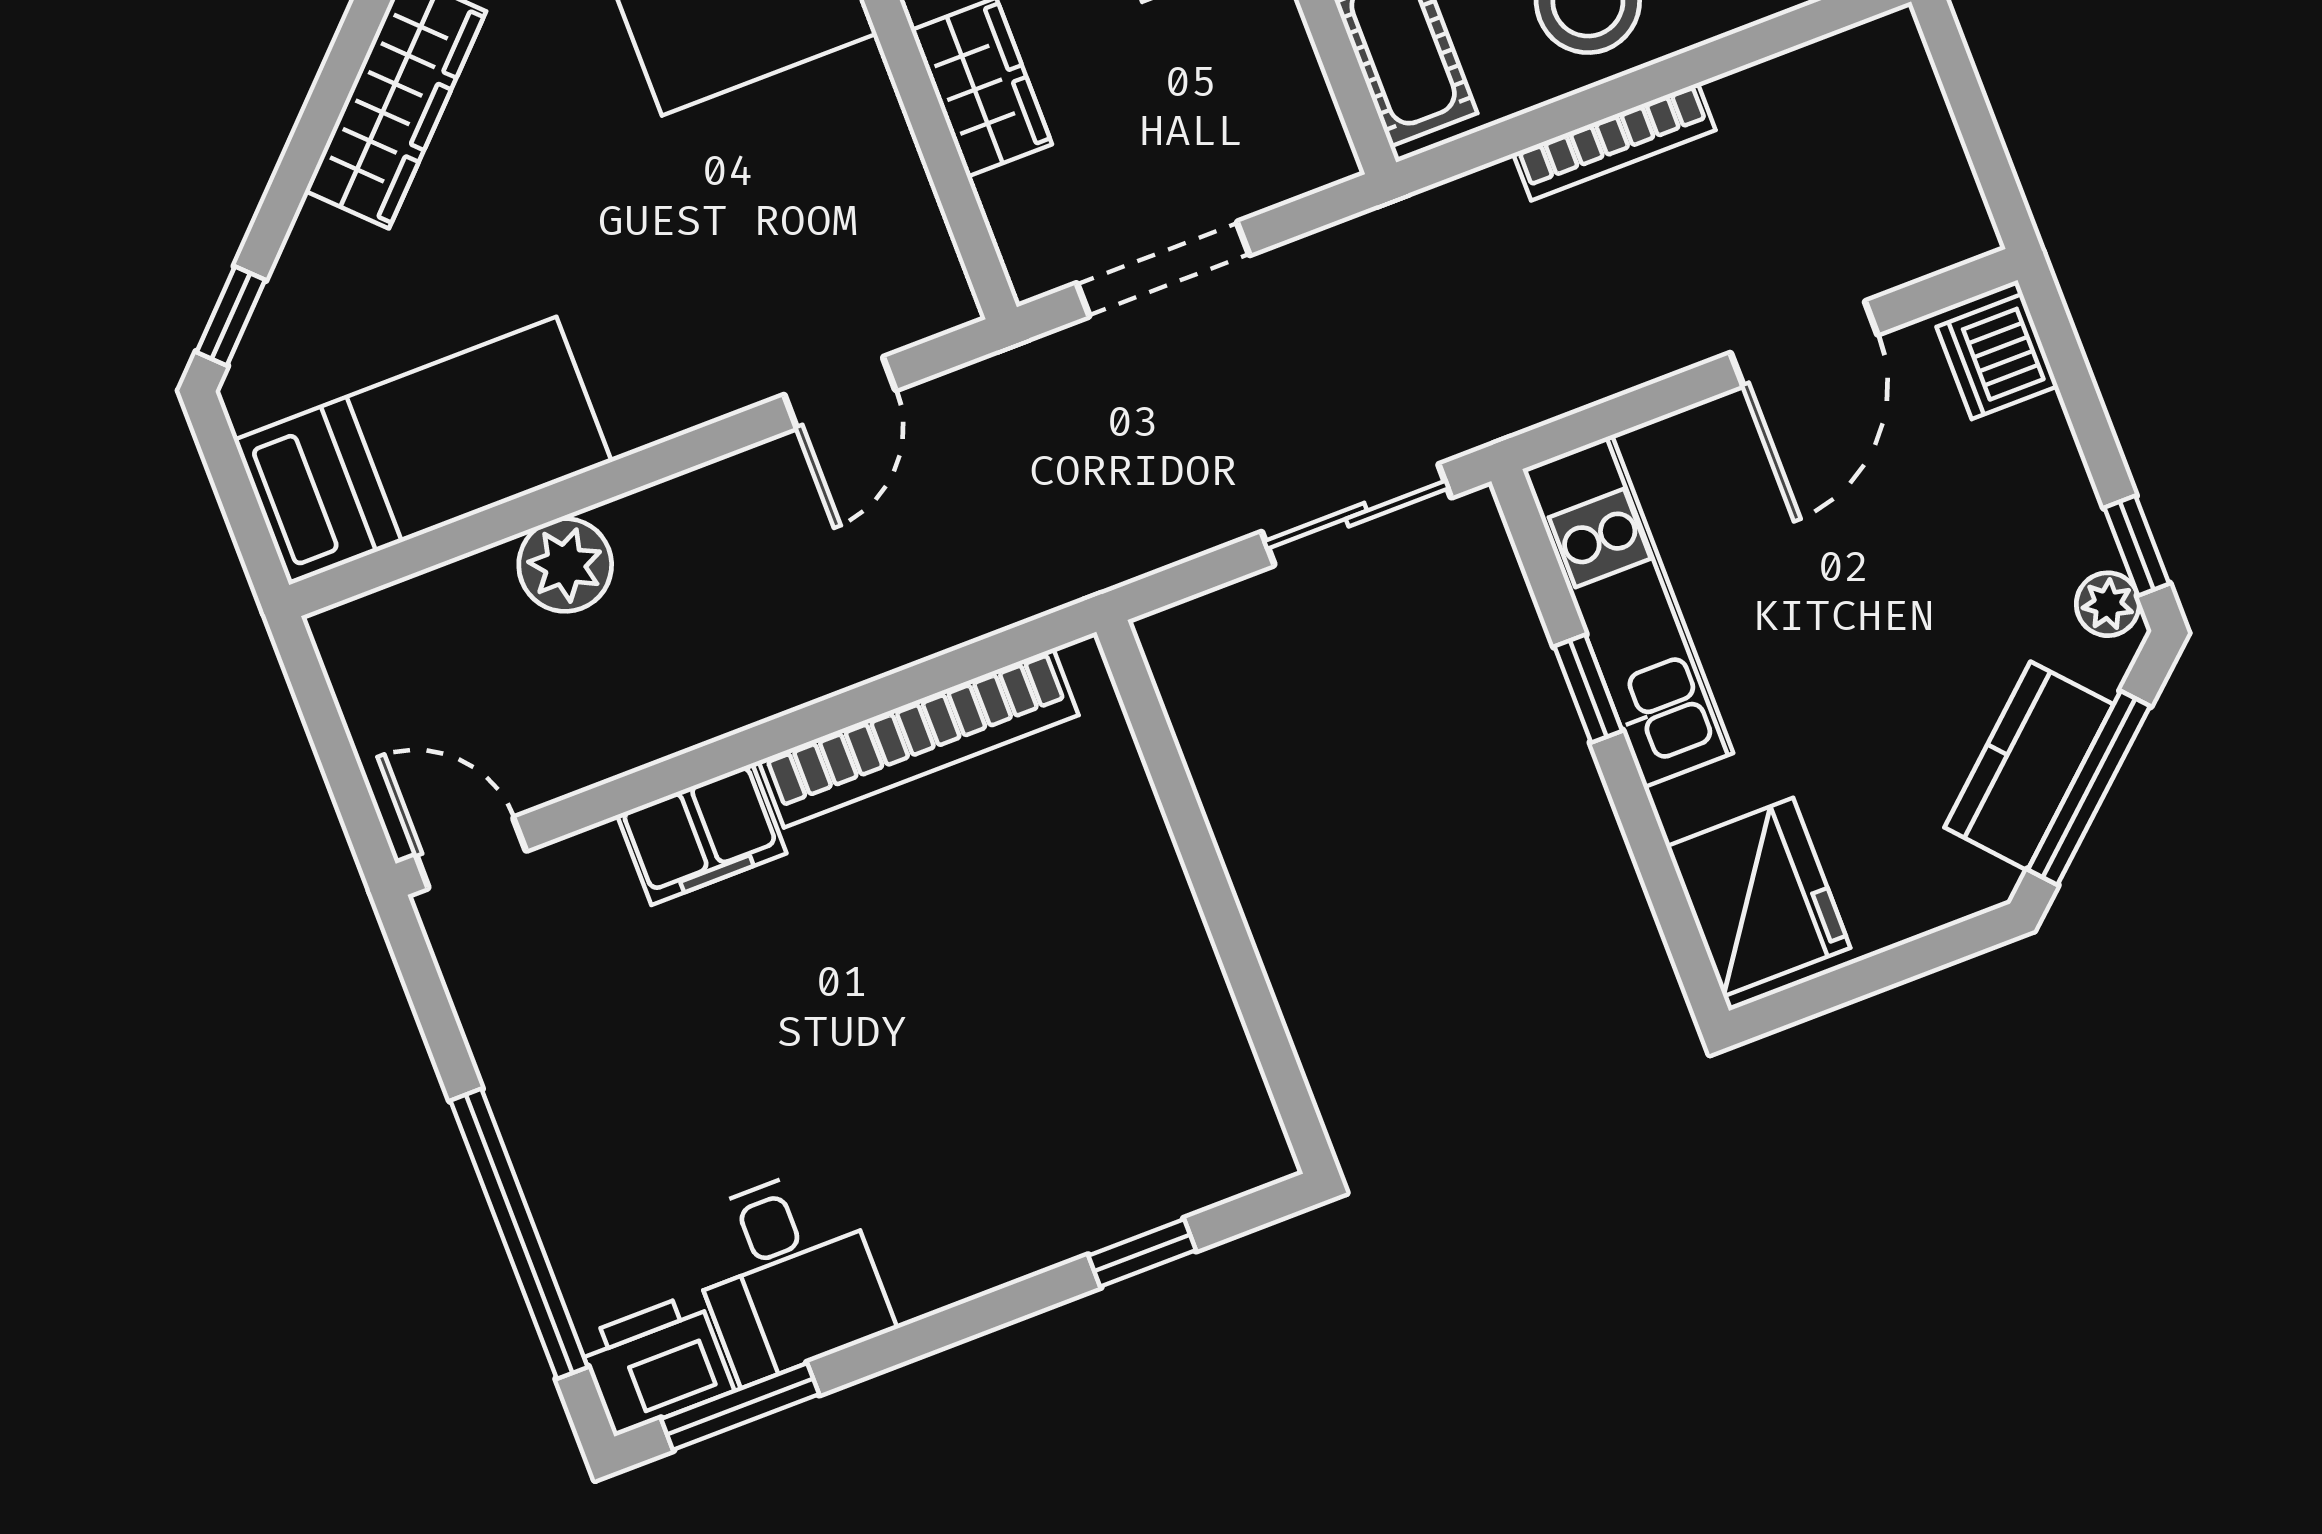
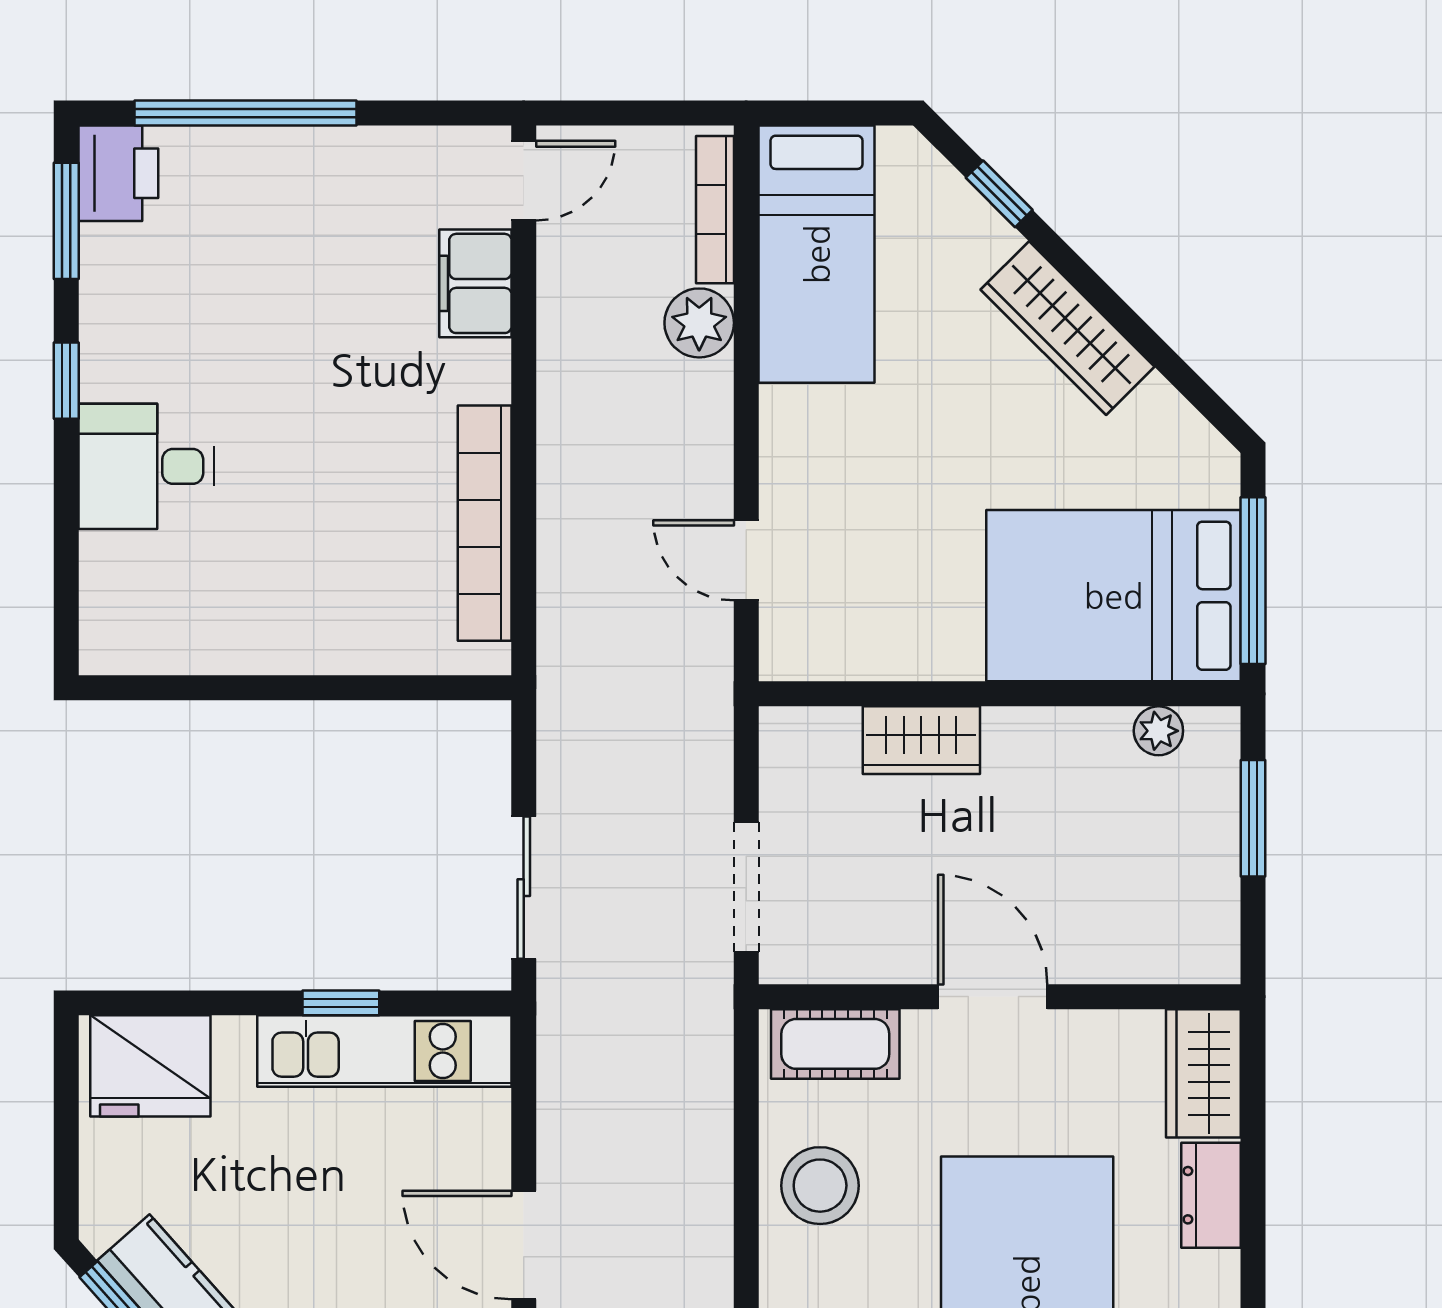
bookcase: (1614, 142) -> (715, 210), moved
doorway: (1163, 269) -> (746, 887), moved
window: (231, 316) -> (999, 194), moved
filing cabinet: (702, 834) -> (475, 283), moved
window: (1142, 1253) -> (66, 381), moved
desk: (787, 1274) -> (146, 466), moved

